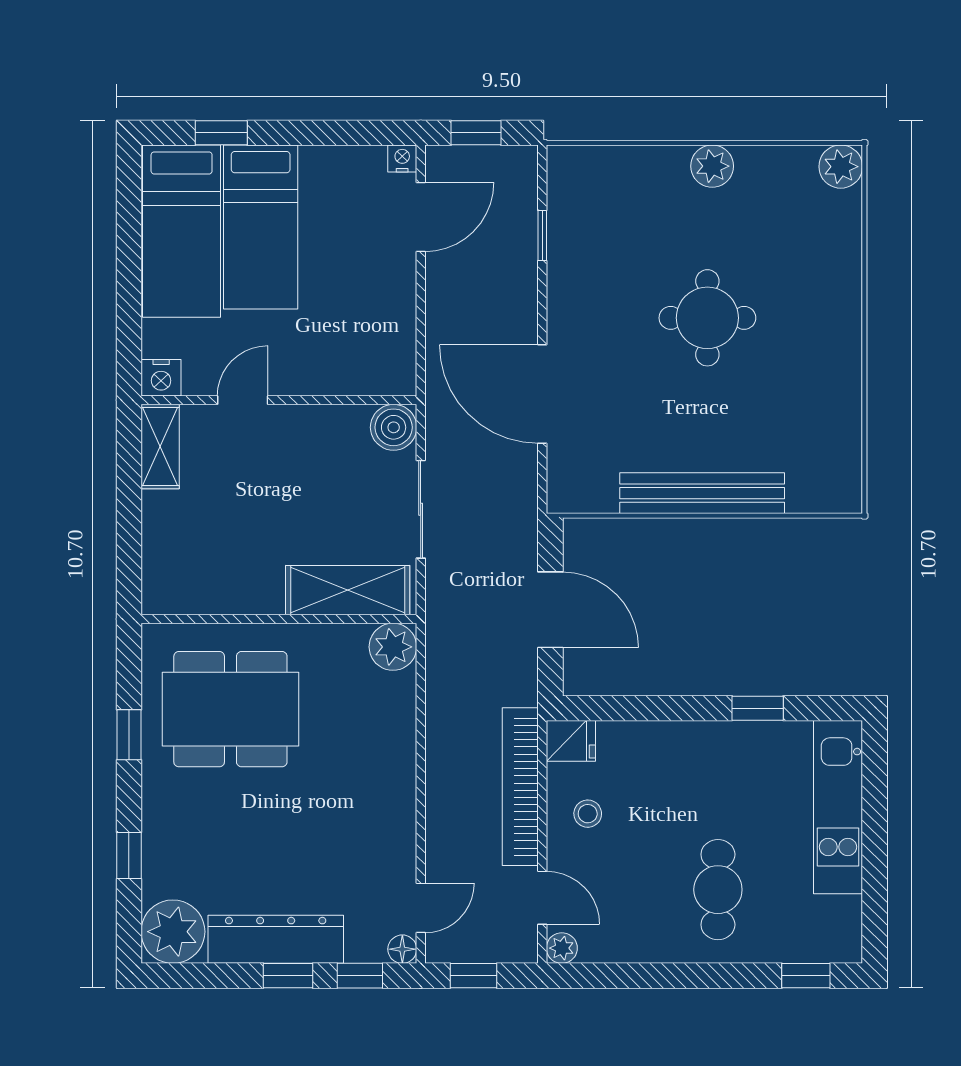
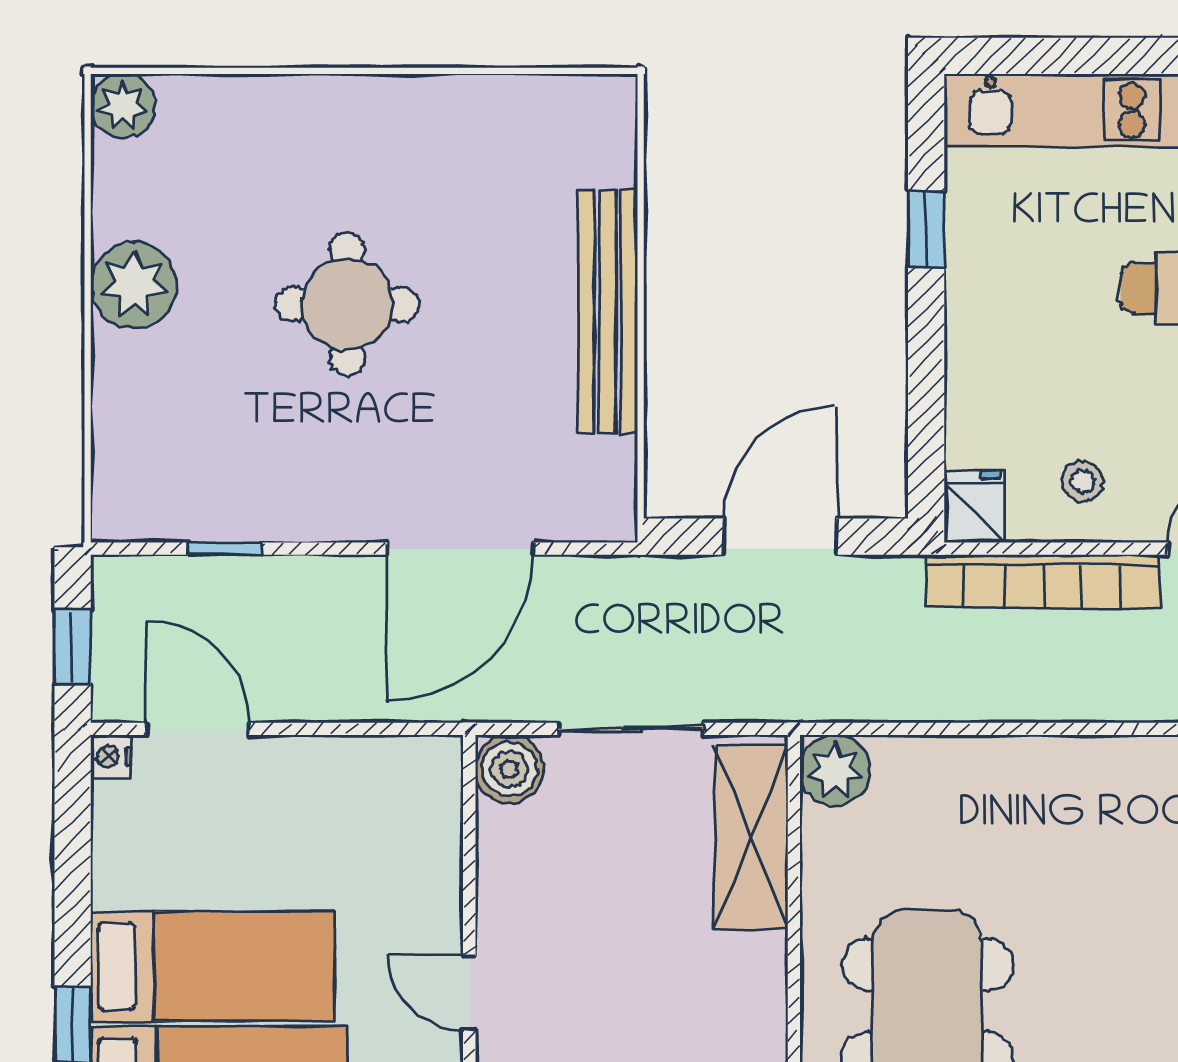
plant: (712, 166) -> (134, 285), width x1.36, depth x1.36

